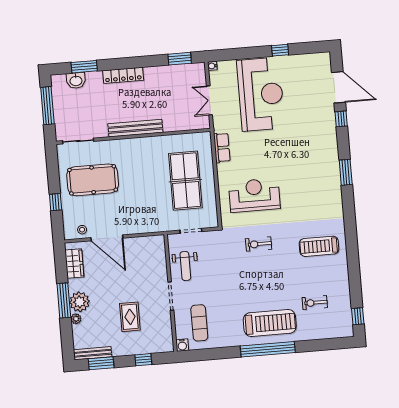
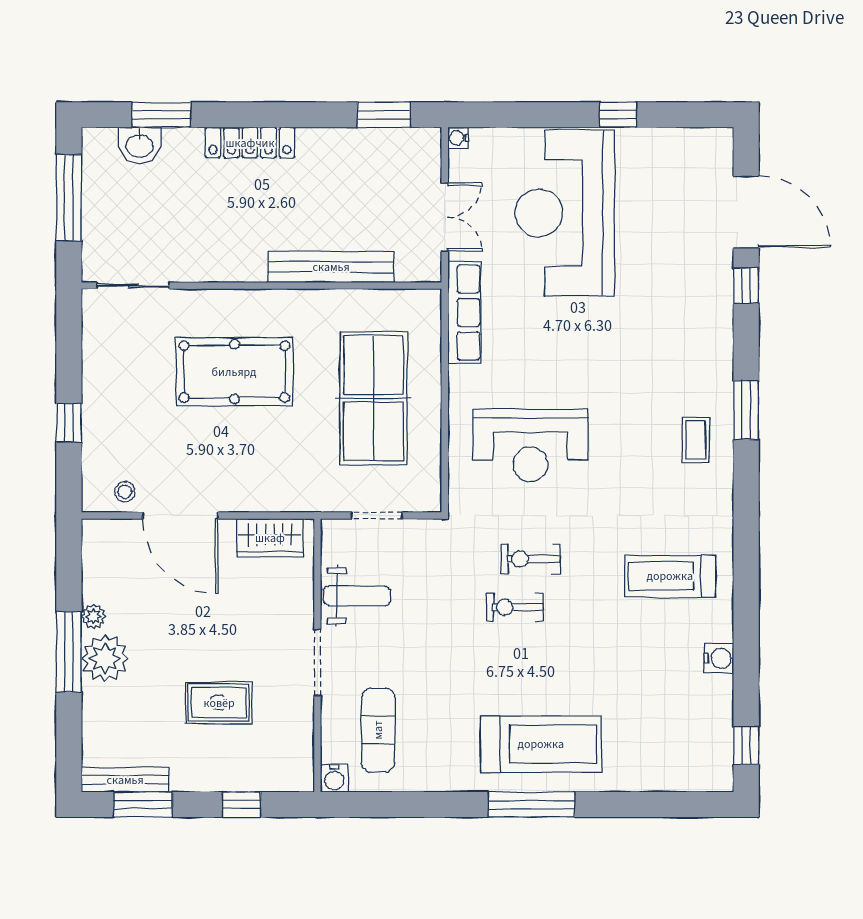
reception desk: (261, 94) -> (565, 213), turned 180
double door: (209, 100) -> (445, 217), swing flipped
bench: (135, 128) -> (331, 267), moved
row of seats: (222, 148) -> (464, 312), width x1.48
pool table: (93, 180) -> (234, 372), moved
coffee table: (325, 187) -> (696, 440), added
reception desk: (254, 195) -> (530, 445), turned 180
wardrobe: (74, 264) -> (270, 538), moved, turned 90
weight bench: (185, 266) -> (357, 596), turned -90
water cooler: (343, 280) -> (719, 658), added
exercise bike: (315, 303) -> (515, 607), moved
rug: (130, 317) -> (219, 703), turned 90
plant: (76, 319) -> (94, 616), moved
window: (268, 349) -> (531, 804), width x0.68

